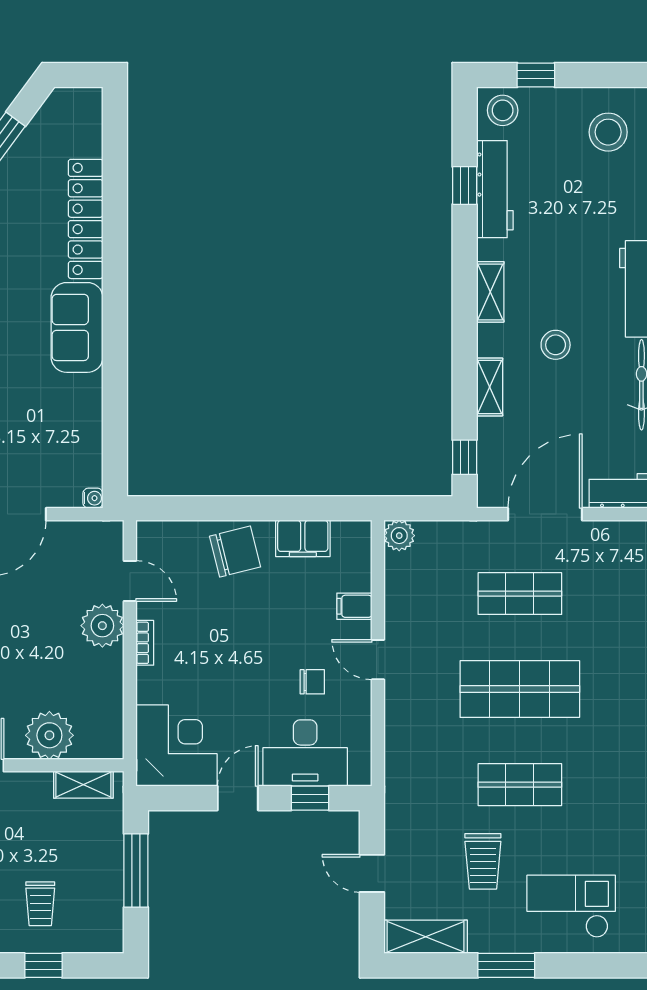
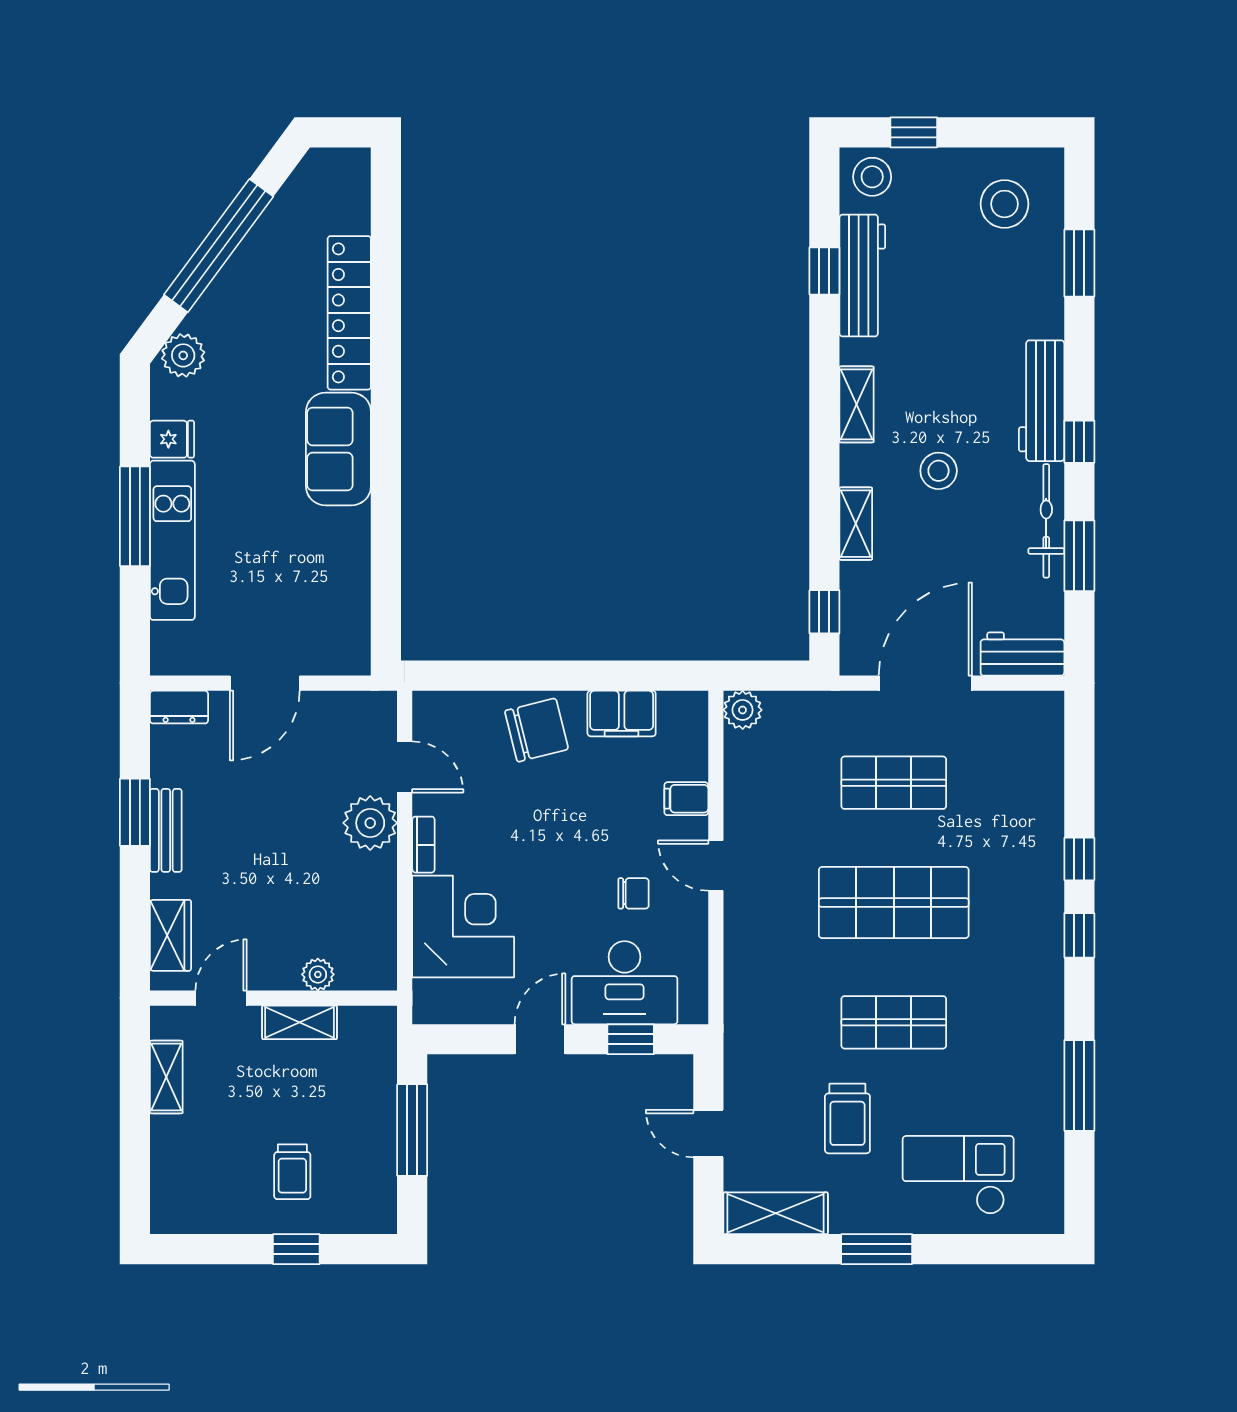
water cooler: (93, 498) -> (358, 663), removed
plant: (49, 735) -> (318, 974), width x0.53, depth x0.53
corner desk: (176, 746) -> (463, 926), moved
shelving: (83, 785) -> (300, 1022), moved

